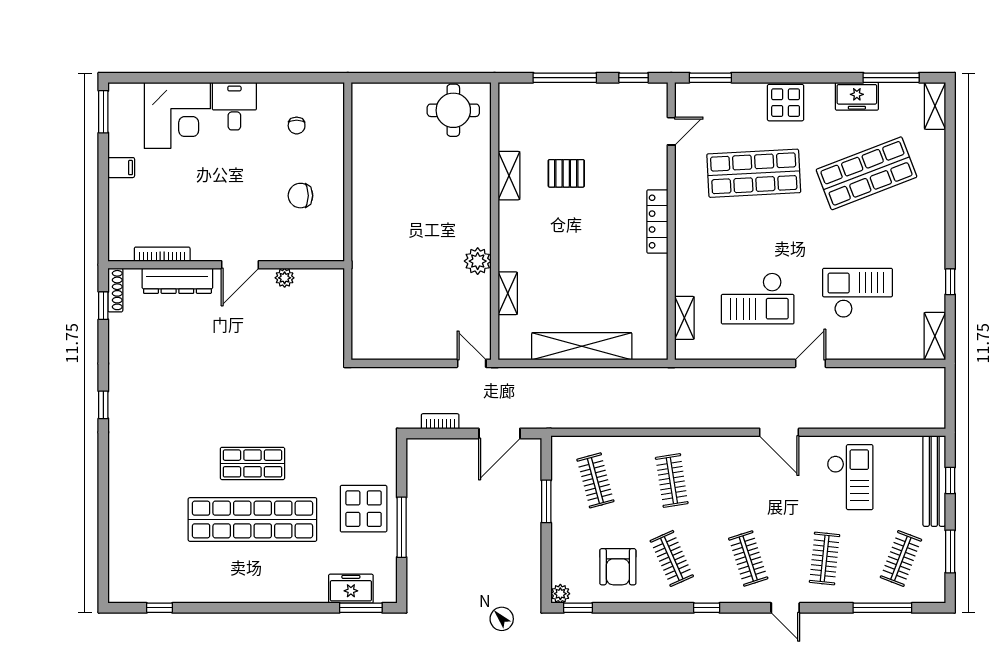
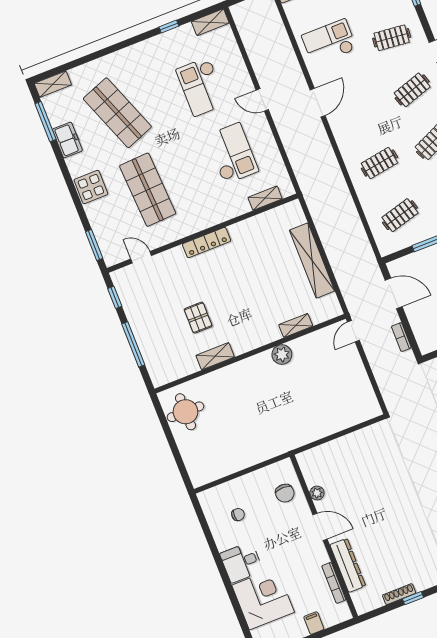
bookcase: (162, 254) -> (334, 583), moved
wall: (226, 265) -> (324, 536), moved
door: (240, 265) -> (320, 527), moved
plant: (285, 278) -> (317, 493), moved
dresser: (177, 281) -> (348, 565), moved

